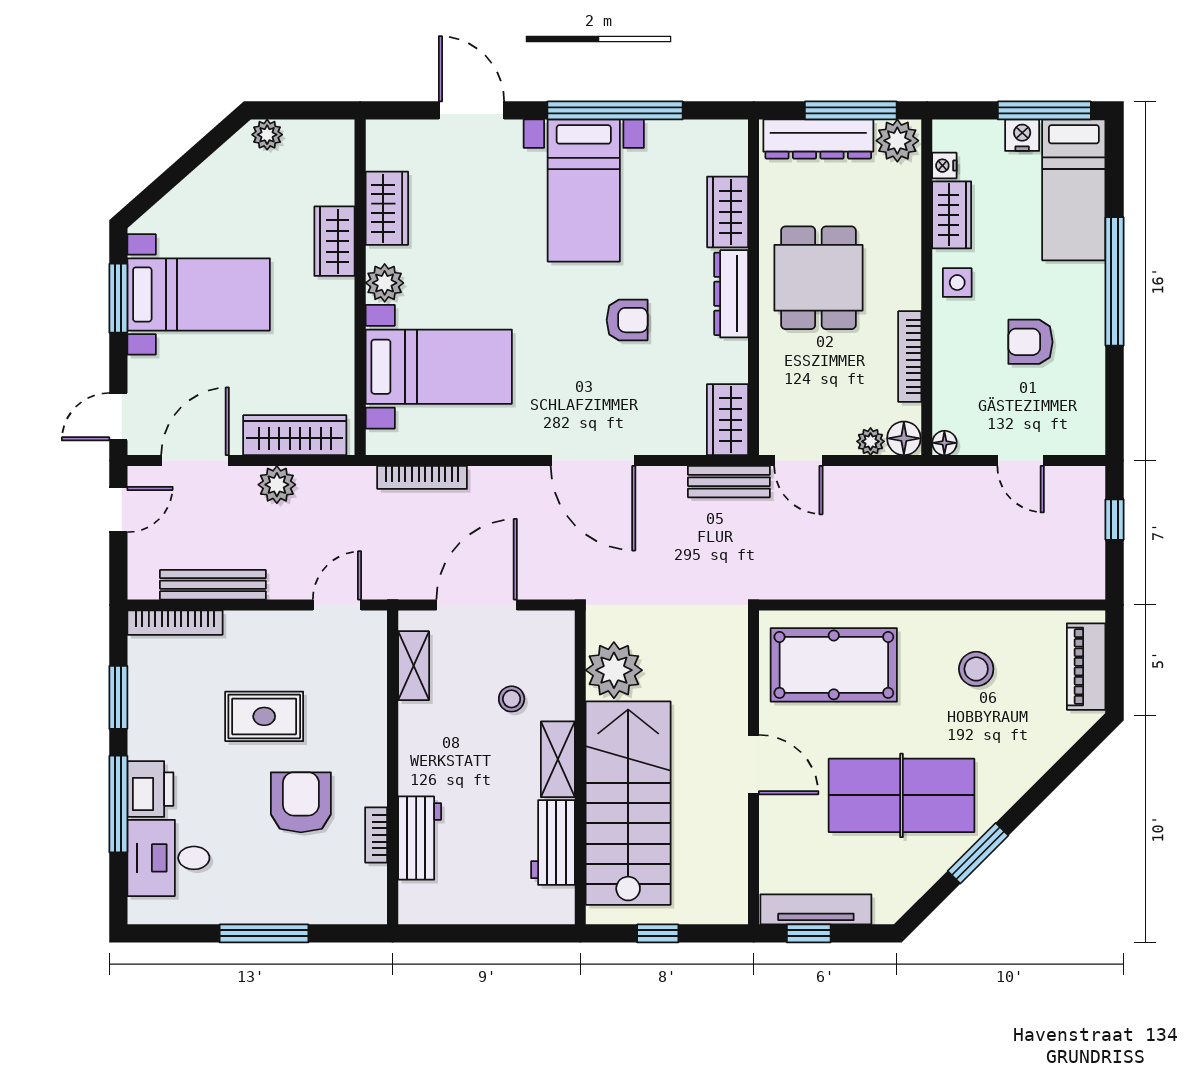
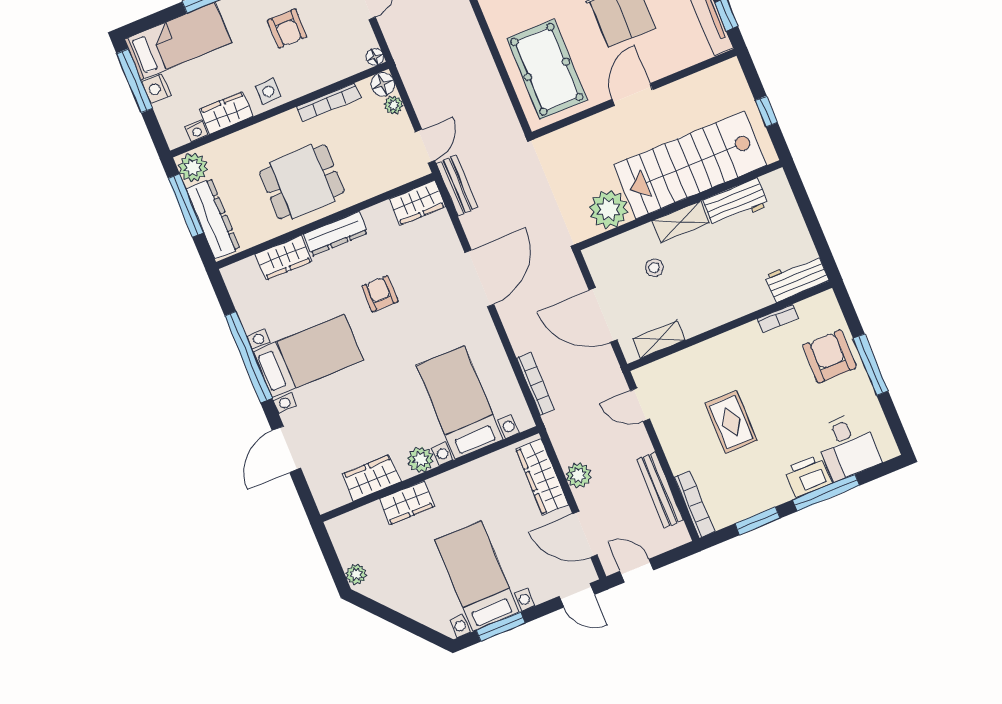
armchair: (301, 802) -> (829, 356), moved, turned 90
workbench: (420, 838) -> (797, 278), moved

